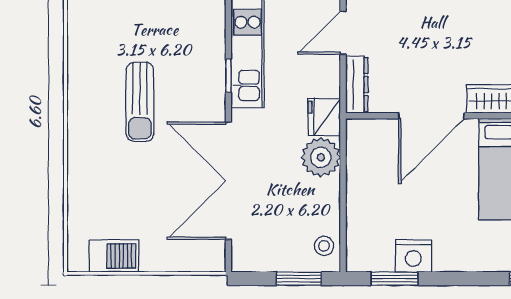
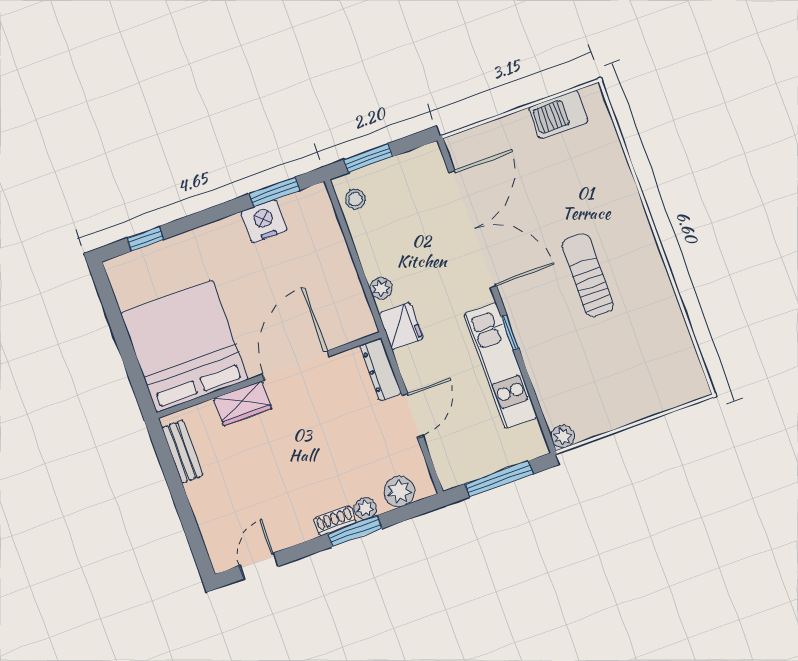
plant: (321, 157) -> (381, 288), width x0.53, depth x0.53

